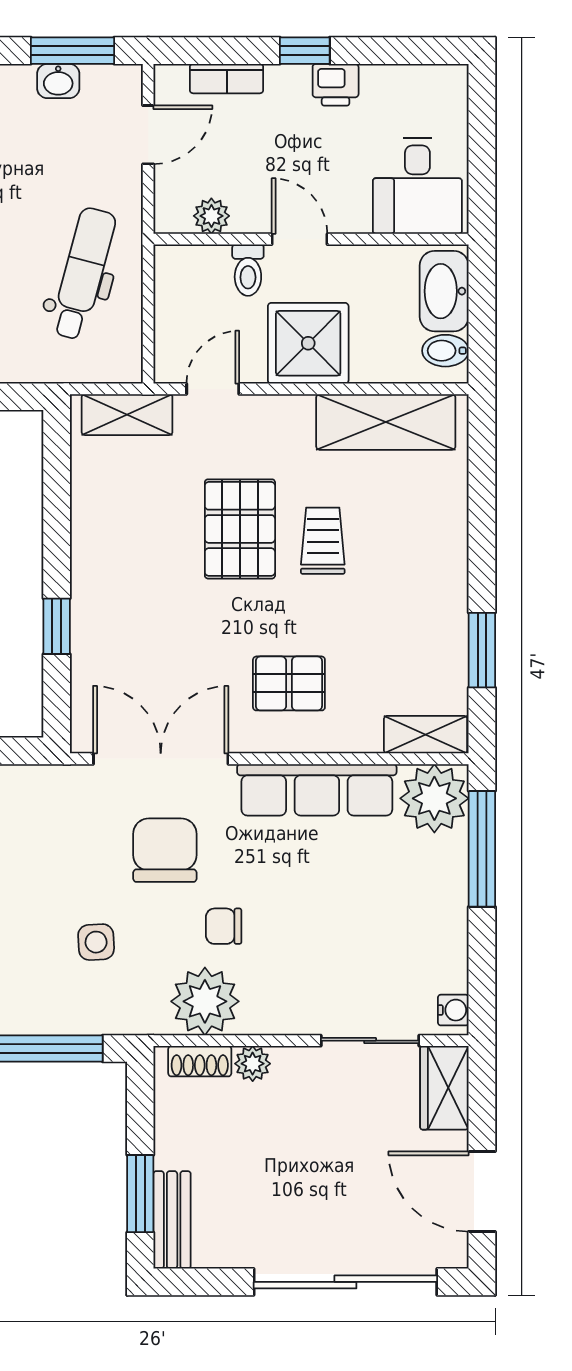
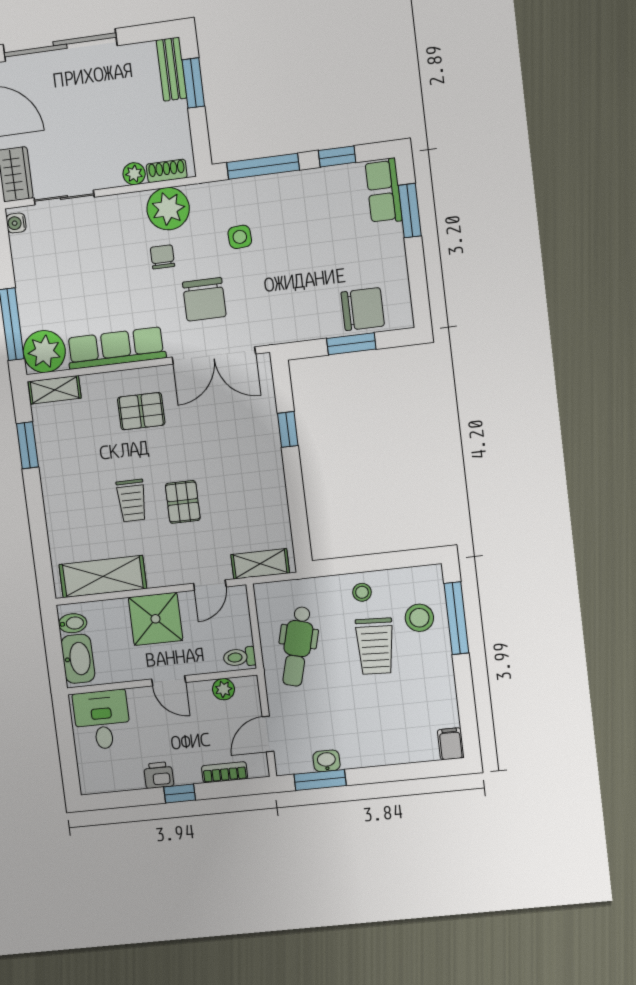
toilet: (248, 270) -> (239, 657), moved, turned -90
pallet: (240, 529) -> (183, 502), width x0.67, depth x0.71
chair: (224, 926) -> (162, 257), turned -90

